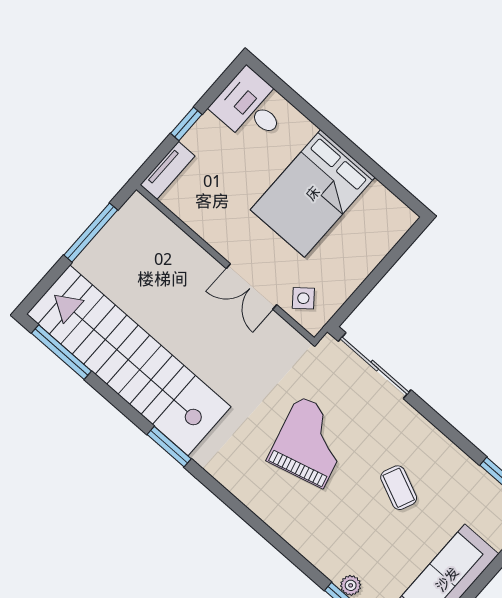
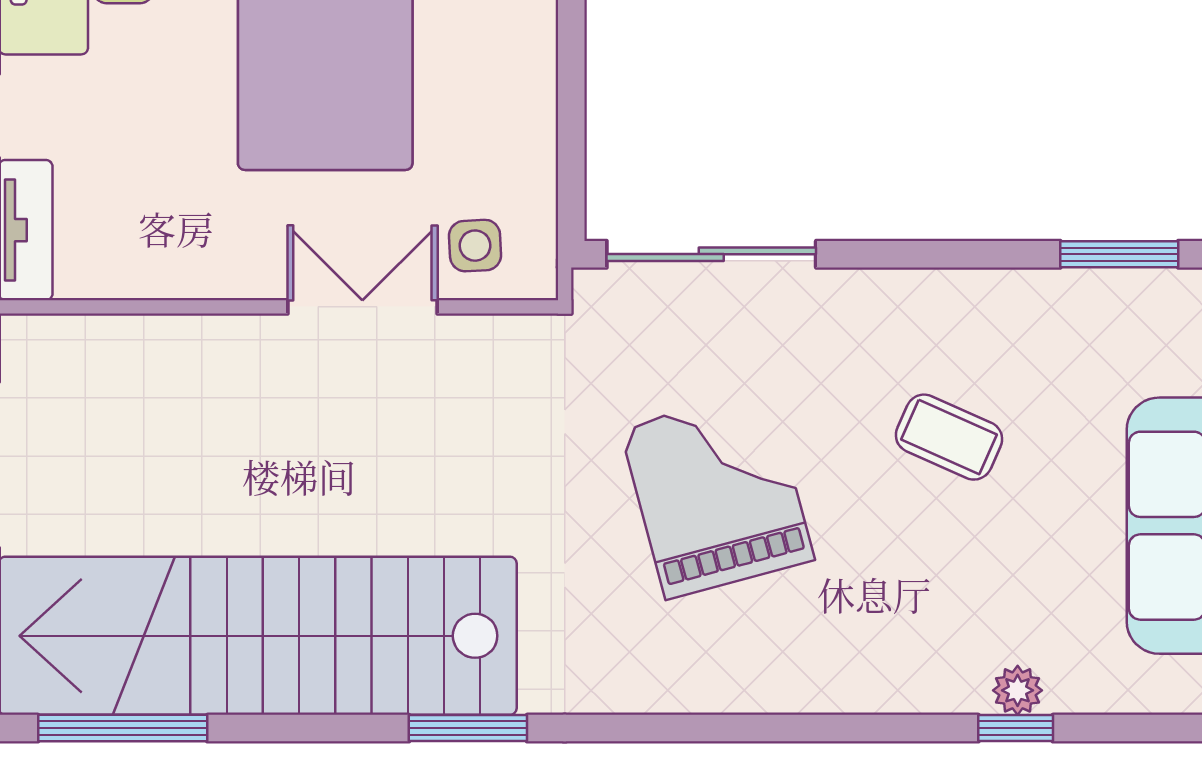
double door: (251, 287) -> (362, 307), swing flipped
side table: (303, 298) -> (475, 246), turned 36

